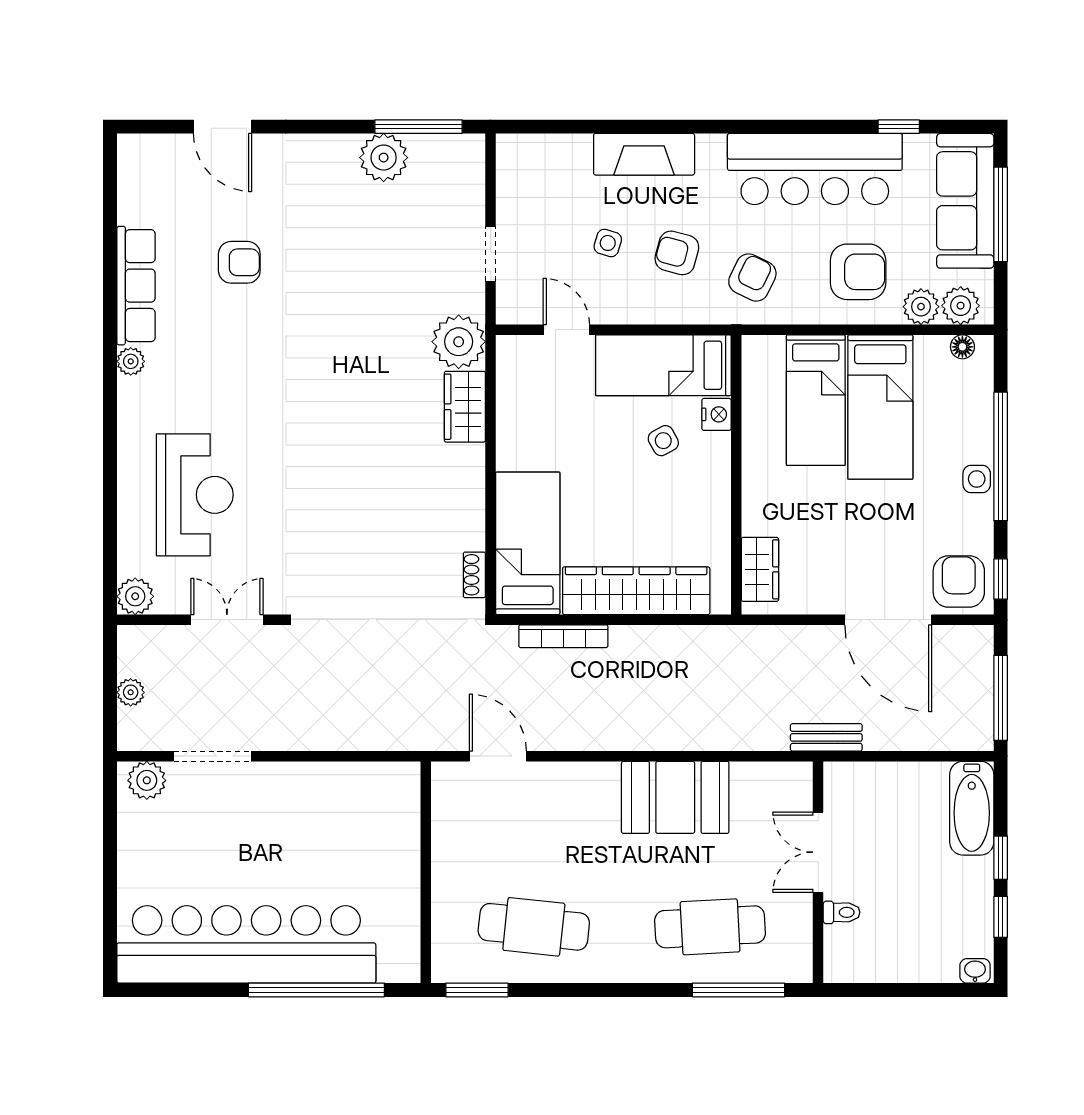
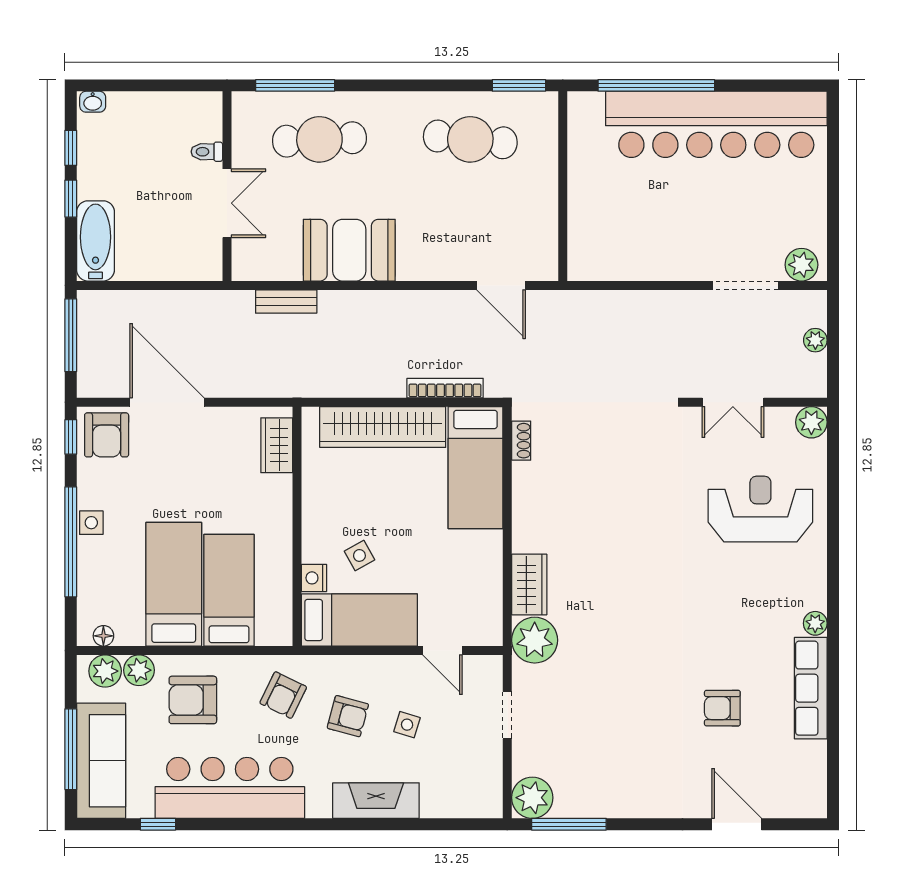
plant: (384, 158) -> (532, 798), moved
reception desk: (195, 495) -> (760, 509), turned 90
bench: (826, 737) -> (286, 301), moved

